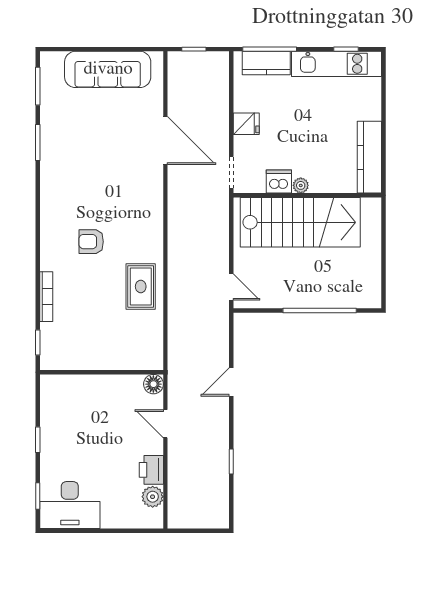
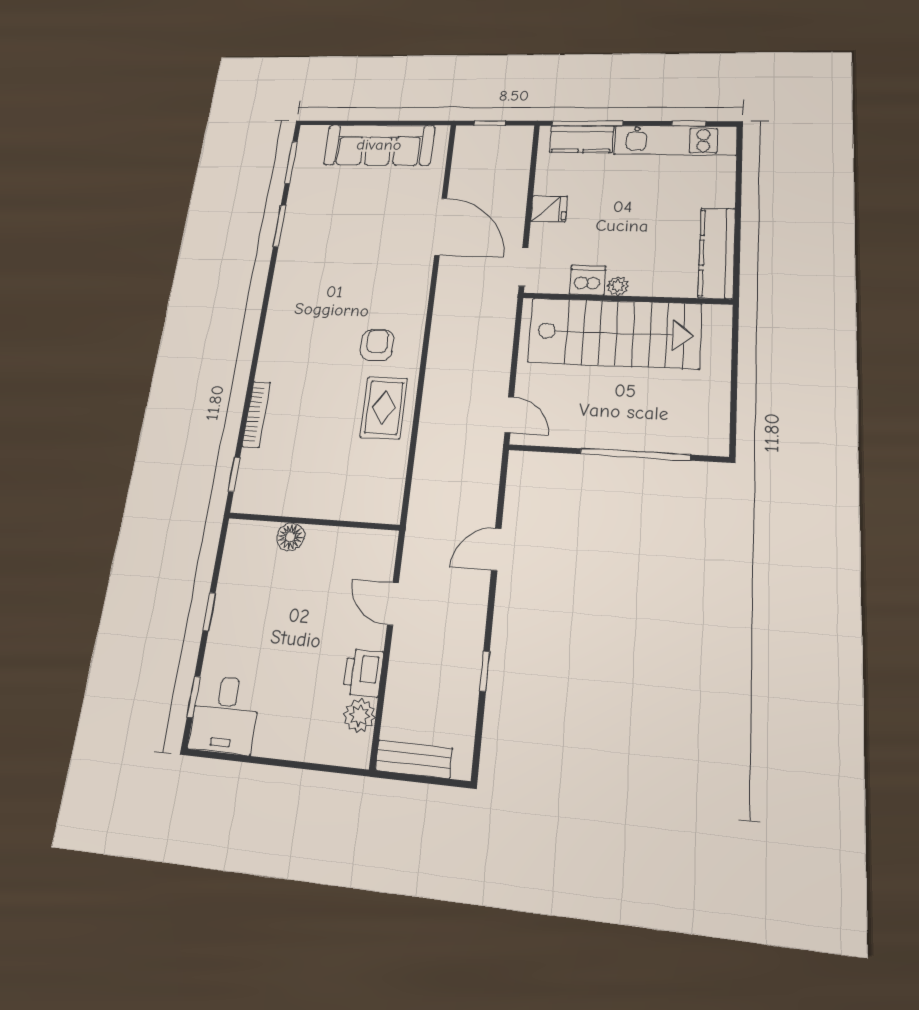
armchair: (91, 242) -> (377, 345), moved, turned 90
floor lamp: (153, 384) -> (291, 537), moved
desk: (70, 505) -> (225, 715), width x0.73
bench: (191, 519) -> (414, 759), added

